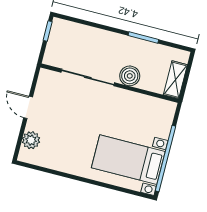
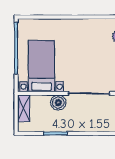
bed with nightstands: (128, 160) -> (42, 66), moved, turned -90

